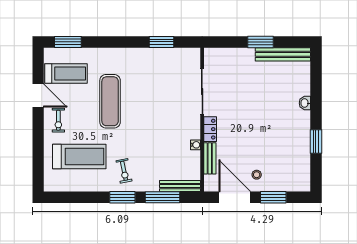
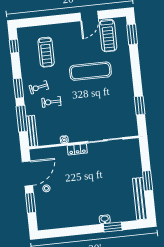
exercise bike: (58, 120) -> (51, 102), moved
window: (316, 141) -> (113, 227), moved
treadmill: (79, 156) -> (46, 52), width x0.73, depth x0.73
bench: (210, 158) -> (55, 151), removed
window: (67, 197) -> (14, 46), added

